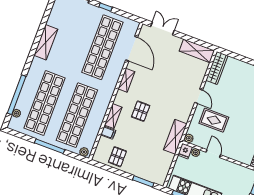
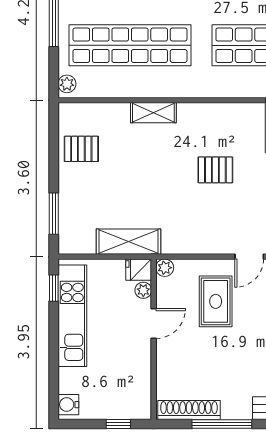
shelving: (126, 80) -> (229, 112), removed
pallet: (141, 111) -> (215, 170), moved
filing cabinet: (108, 133) -> (119, 115), removed
shelving: (175, 137) -> (129, 242), moved

